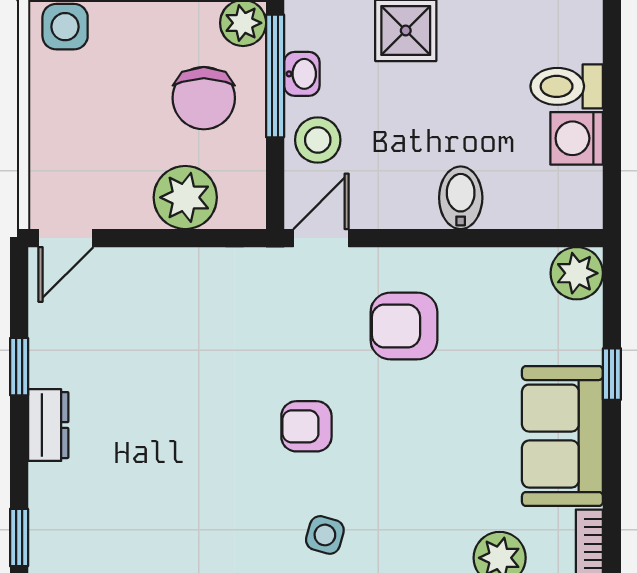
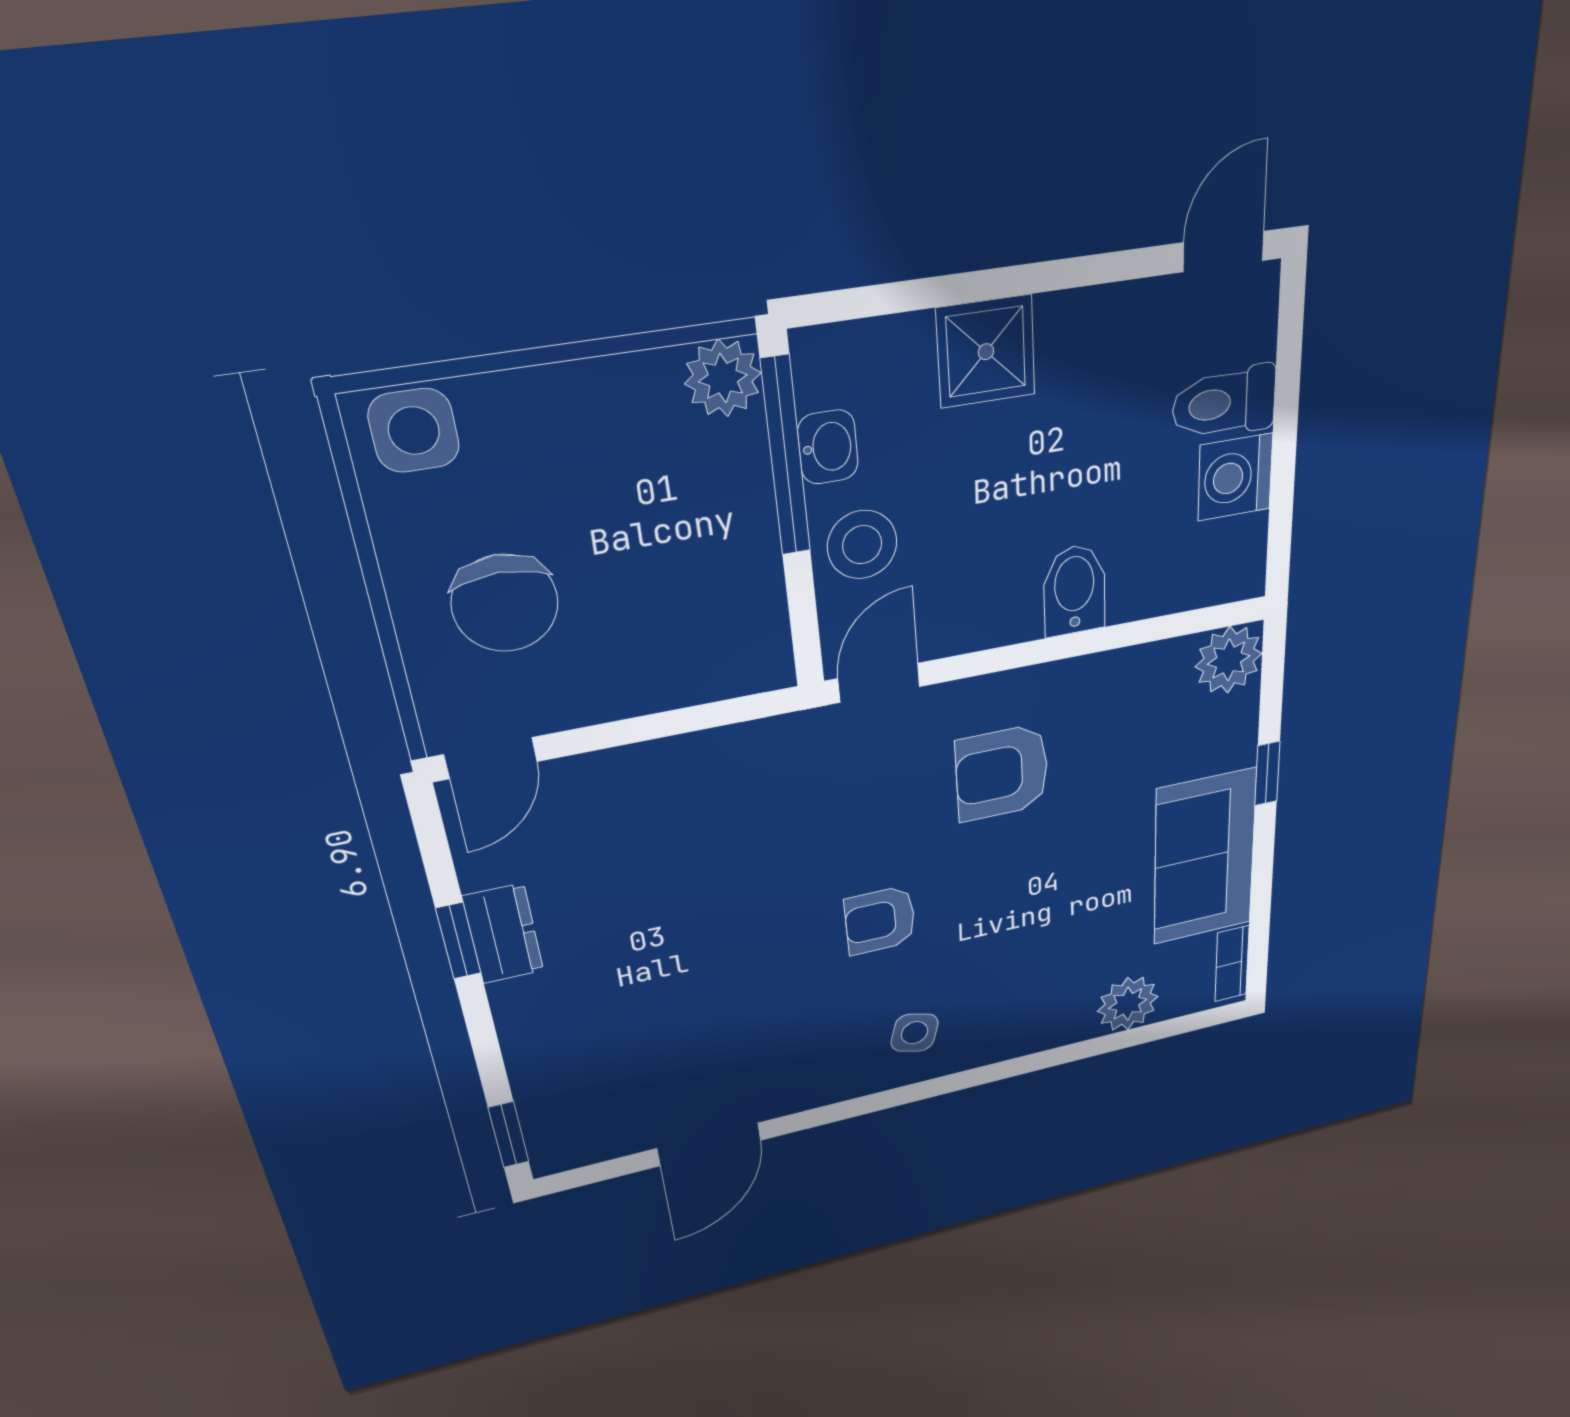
chair: (204, 98) -> (505, 603), moved
plant: (185, 197) -> (669, 665), removed
dresser: (48, 425) -> (503, 934), moved

